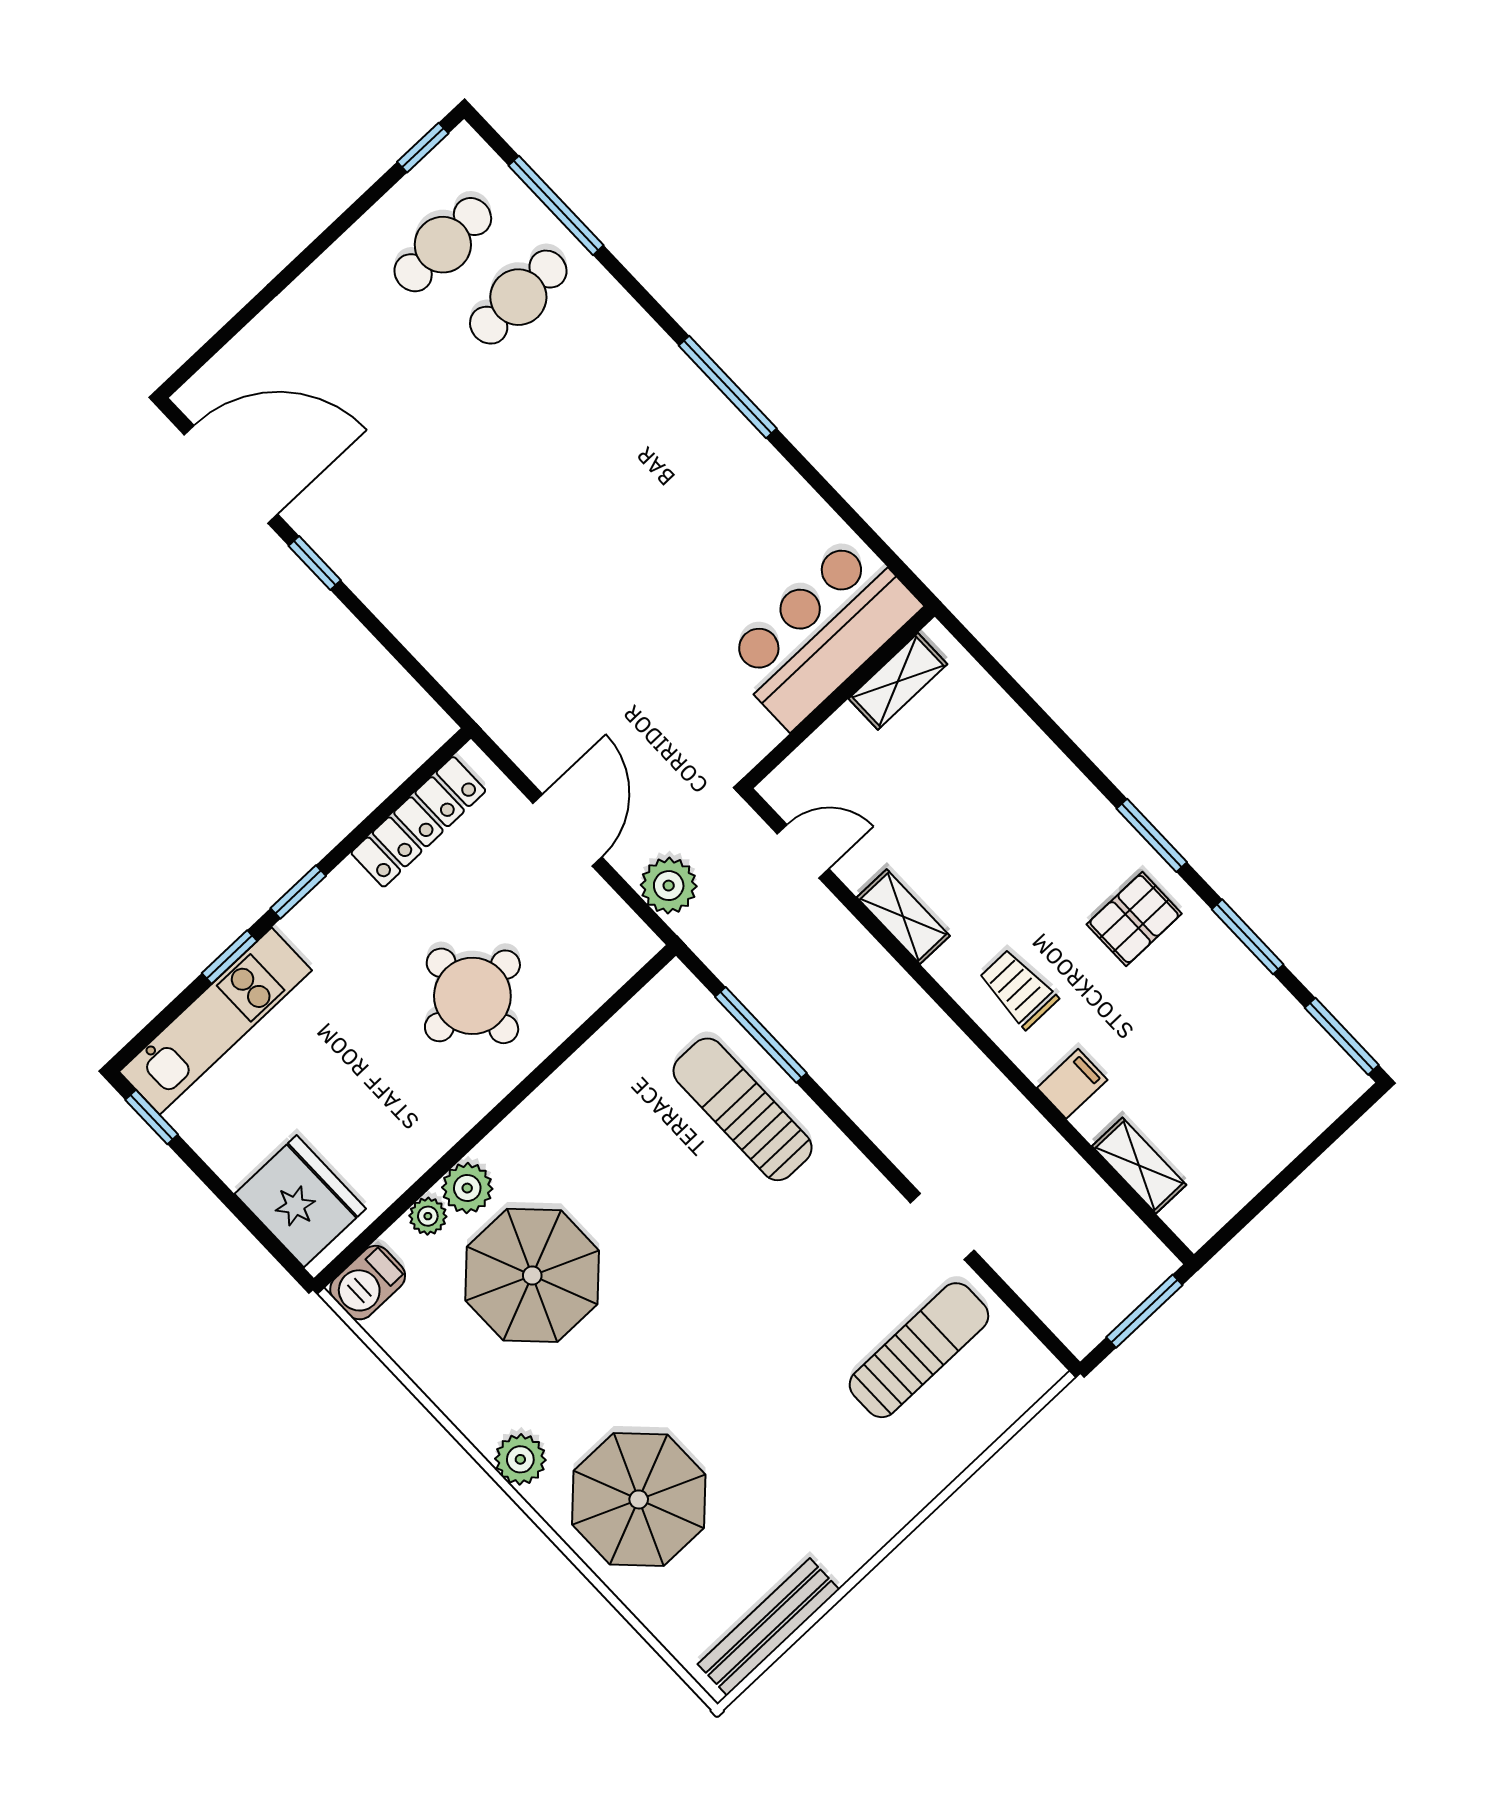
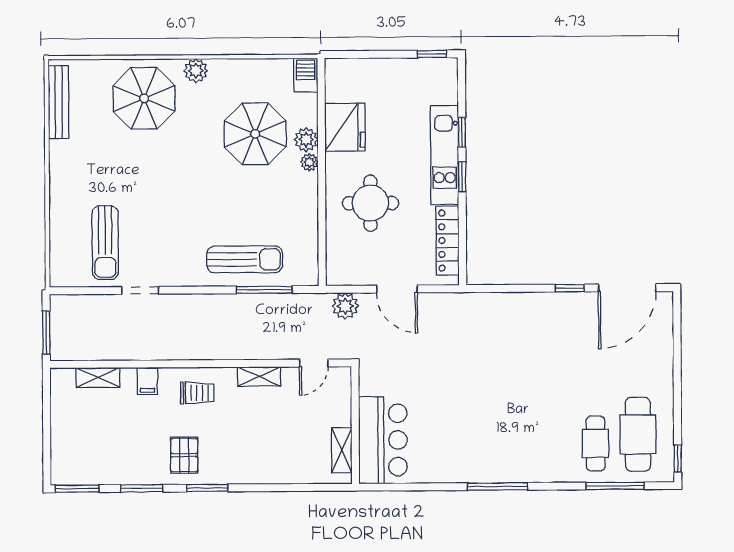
cafe table: (443, 245) -> (638, 434), width x1.37, depth x1.35
kitchen unit: (216, 1021) -> (445, 155), moved
fridge: (300, 1201) -> (345, 127), moved, turned -90
plant: (428, 1216) -> (309, 162), moved

